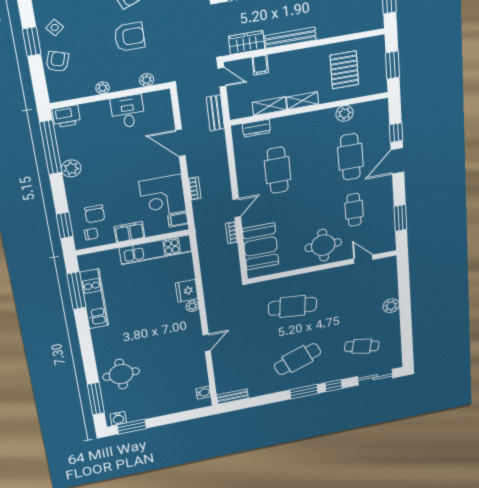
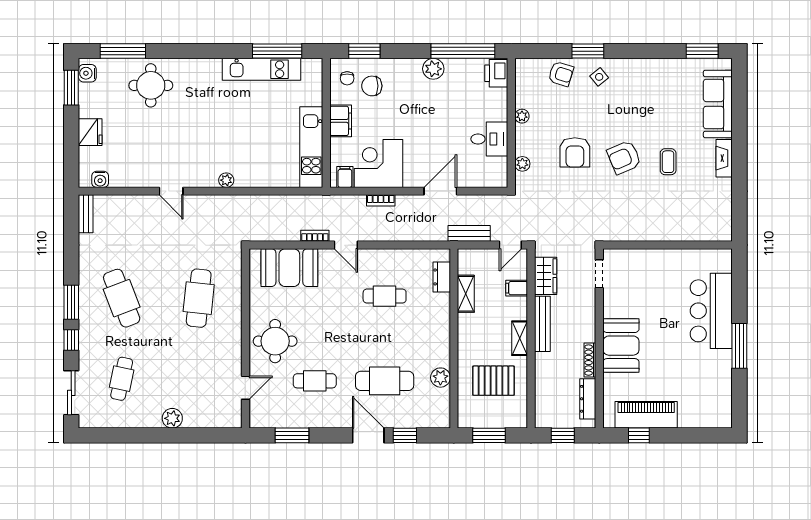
shelving: (303, 101) -> (520, 338), moved
cafe table: (278, 170) -> (385, 296), width x0.73, depth x0.74
fridge: (187, 291) -> (90, 132), moved, turned 90

